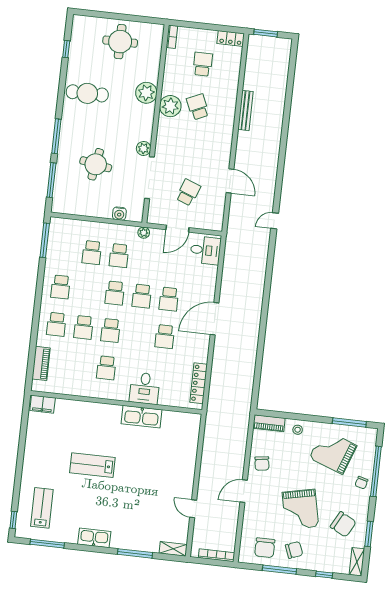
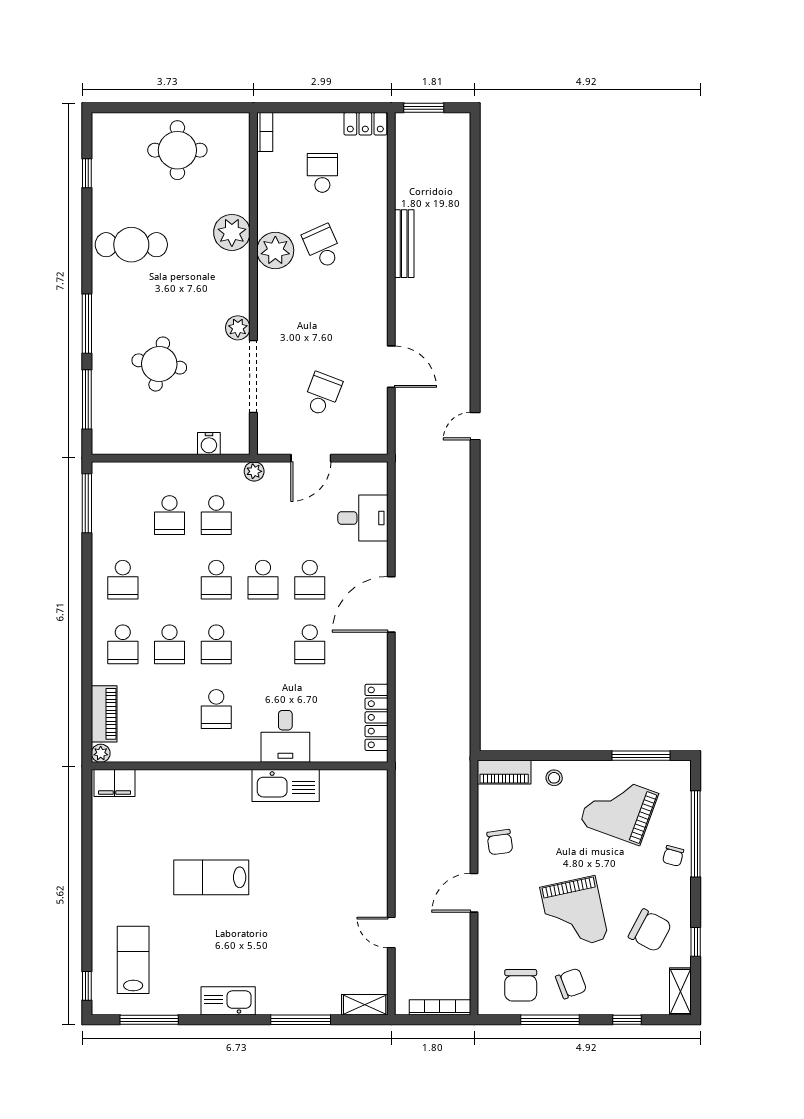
desk: (206, 250) -> (363, 518), moved
plant: (36, 386) -> (101, 753), added
window: (369, 534) -> (696, 942), width x0.67

